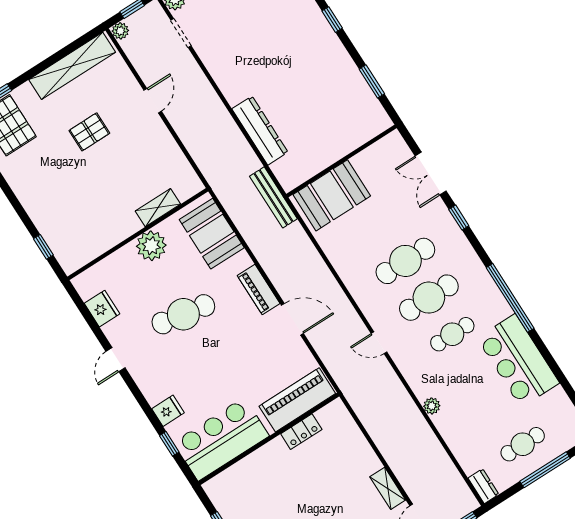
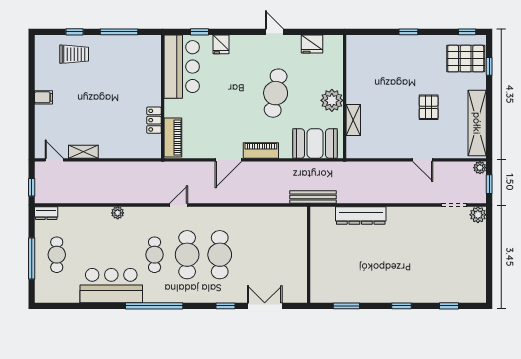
booth: (332, 195) -> (291, 235), removed
window: (43, 247) -> (408, 32), moved
piano: (297, 400) -> (173, 138), width x0.73, depth x0.75

